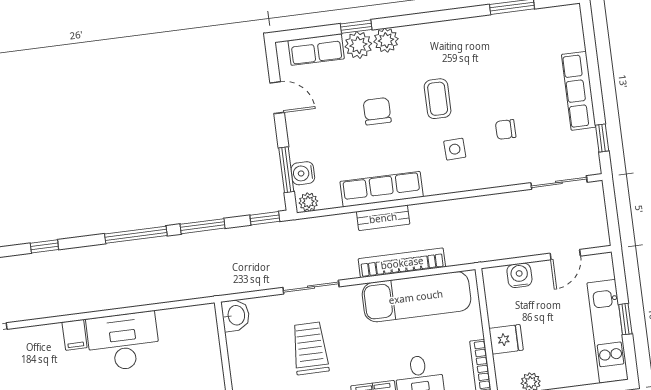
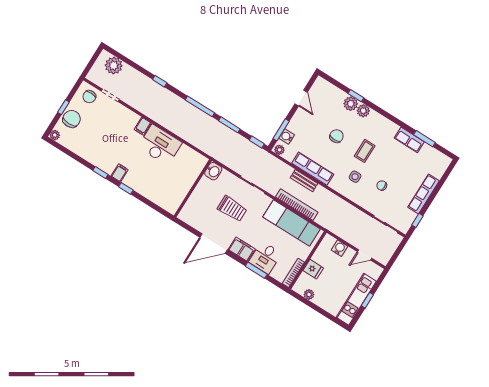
row of seats: (316, 50) -> (409, 140), moved
trolley: (310, 348) -> (232, 209), turned 90

